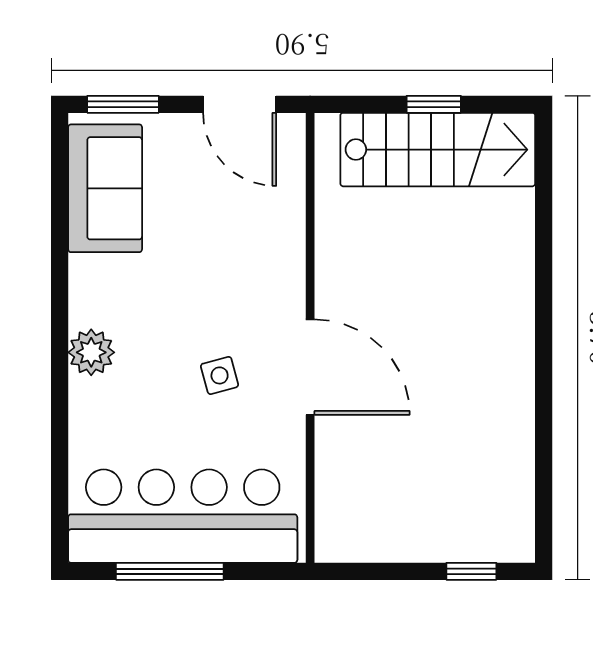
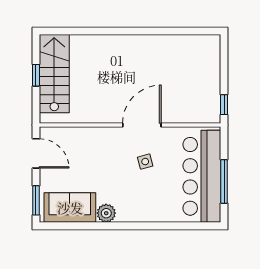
door: (240, 104) -> (36, 153), hinge flipped
plant: (91, 352) -> (106, 213), moved
window: (471, 571) -> (224, 105), moved

